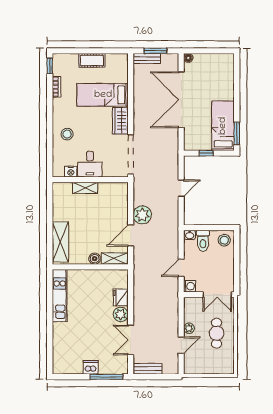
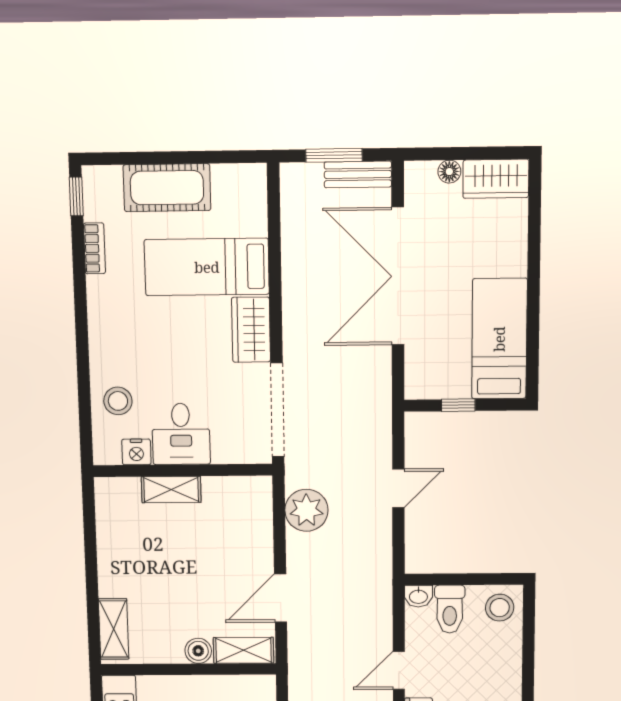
floor lamp: (188, 58) -> (449, 172), moved
bench: (147, 59) -> (358, 174), moved
cot: (92, 60) -> (167, 188), width x1.37, depth x1.34
wardrobe: (221, 61) -> (496, 179), added
window: (237, 133) -> (532, 357), removed
stool: (67, 134) -> (118, 401), moved
plant: (142, 215) -> (306, 510), moved
shelving: (60, 242) -> (114, 629), width x0.67, depth x0.75

